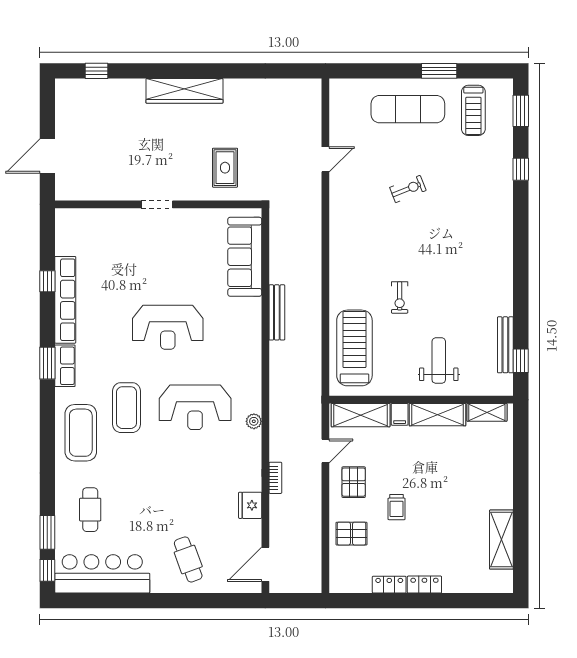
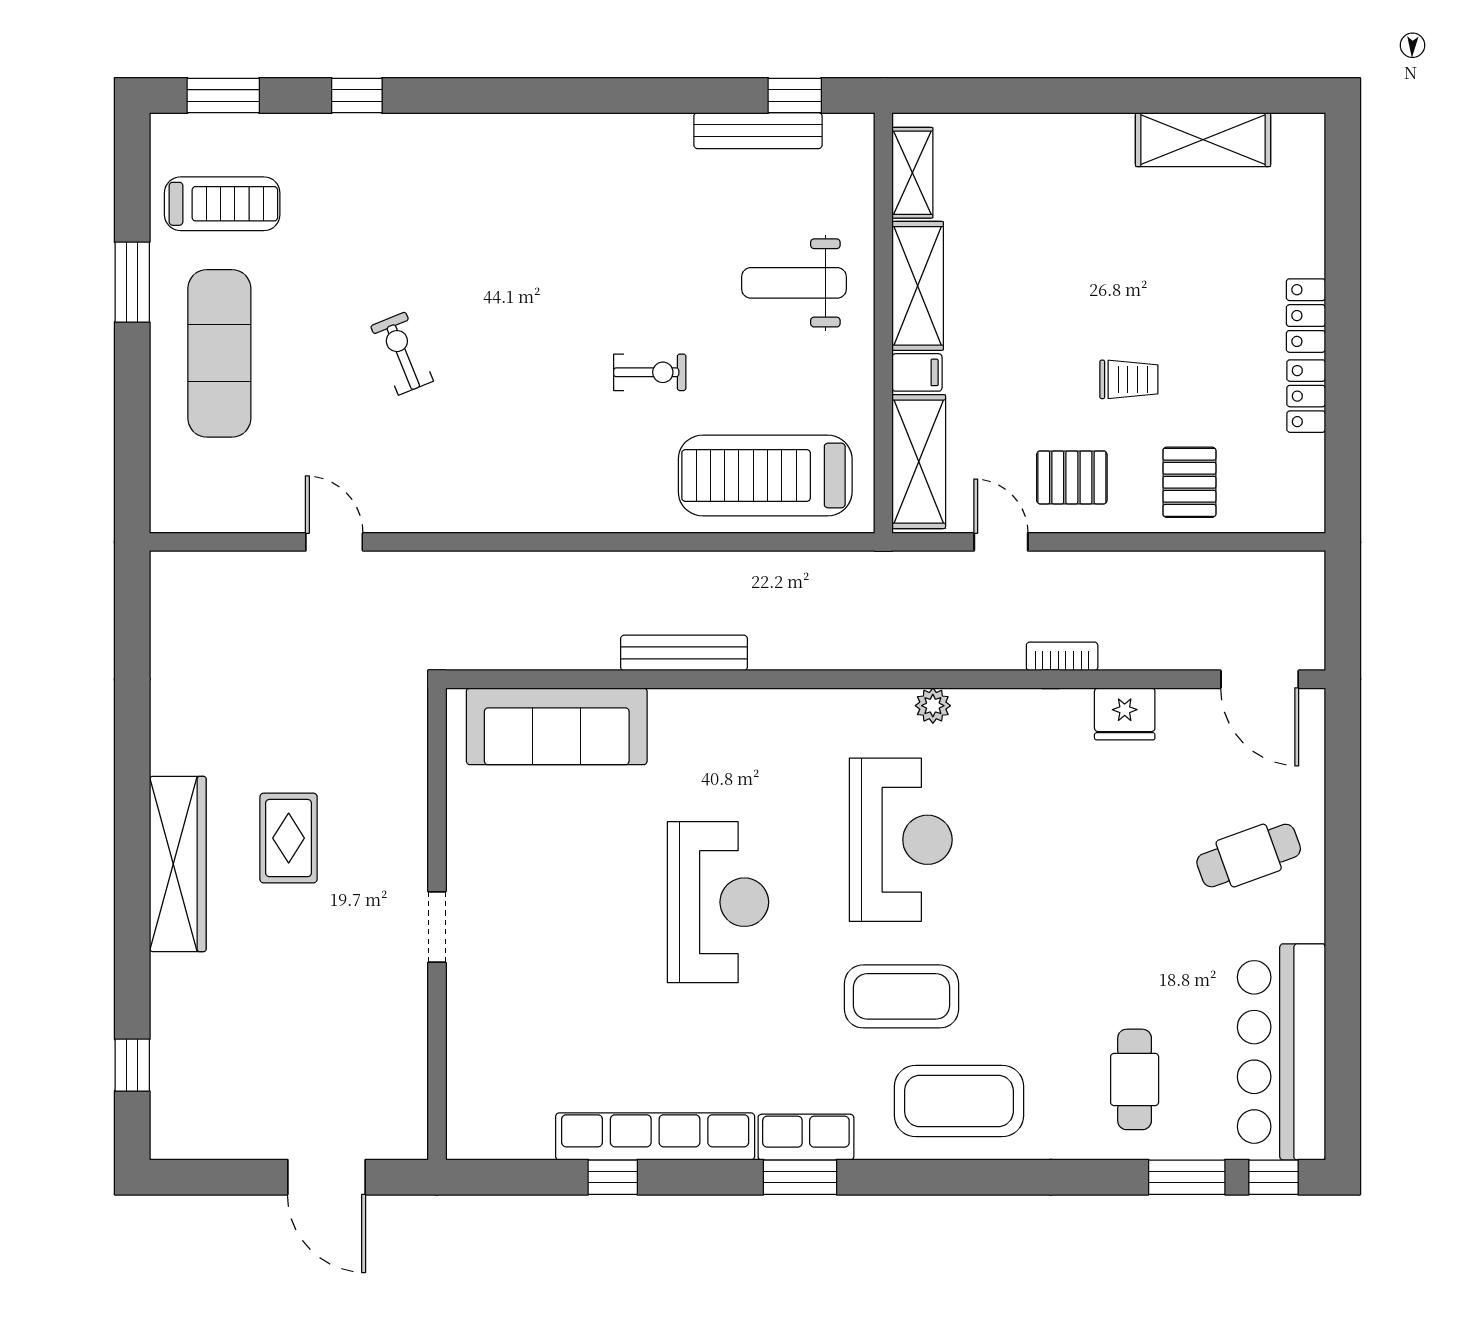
rug: (225, 168) -> (289, 838), moved, turned 90
cafe table: (90, 510) -> (1135, 1079), turned 90

